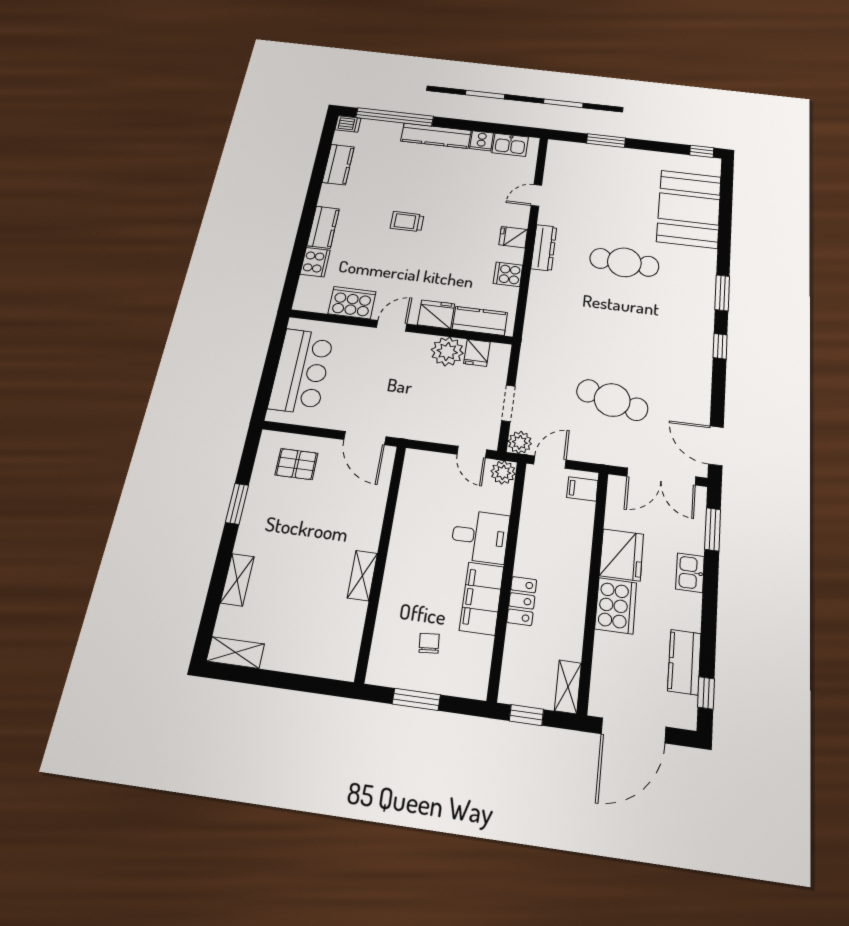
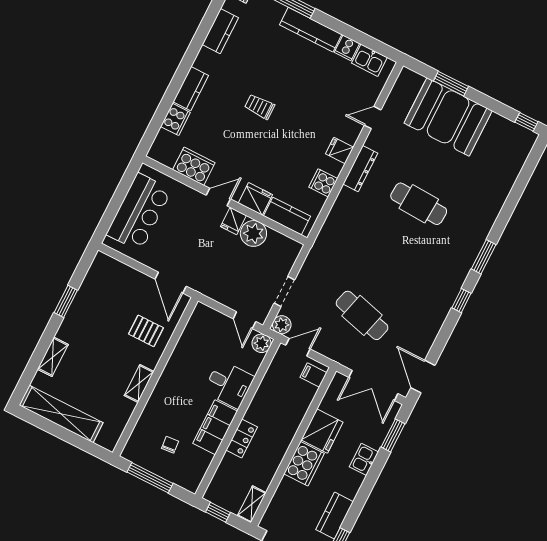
booth: (689, 209) -> (448, 117), moved, turned 90
fridge: (477, 353) -> (233, 221), moved
pallet: (296, 464) -> (146, 331), moved
shelving: (235, 653) -> (61, 414), width x2.20, depth x1.33
window: (416, 699) -> (150, 478), width x1.44

